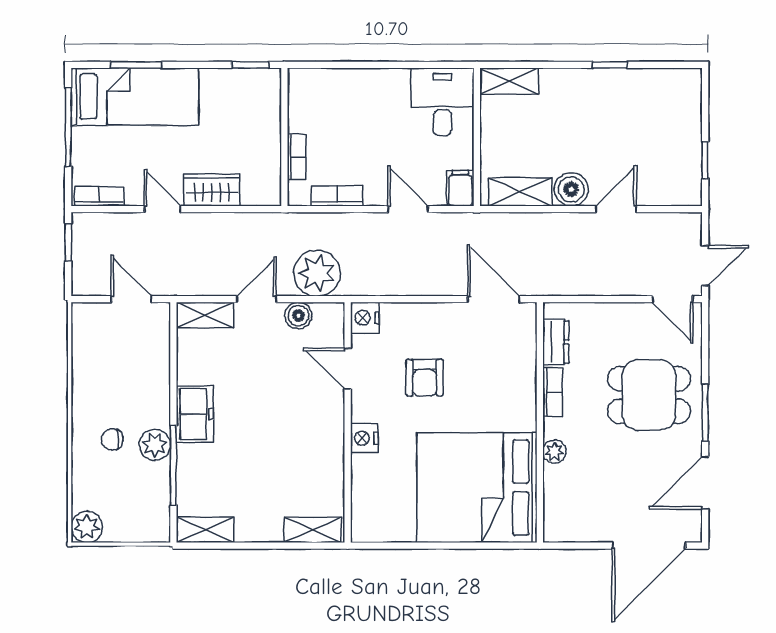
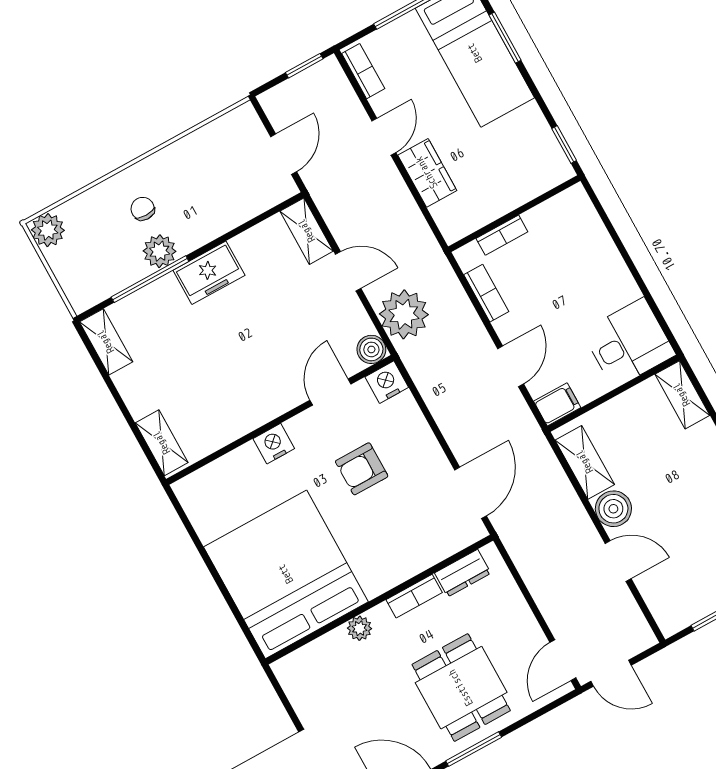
boiler: (298, 316) -> (371, 349), moved

